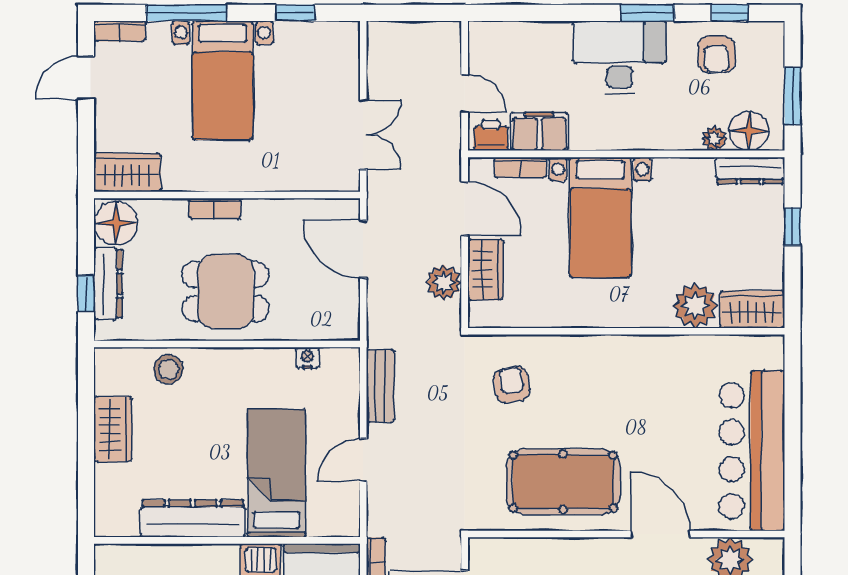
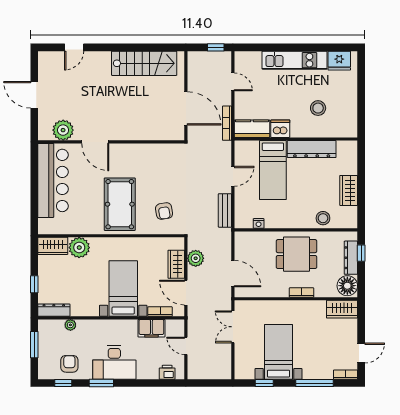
bed with nightstands: (223, 80) -> (278, 352), moved
floor lamp: (749, 131) -> (54, 328), removed
printer: (491, 135) -> (167, 372), moved, turned 180
pool table: (563, 482) -> (120, 204), moved, turned 90

